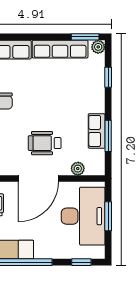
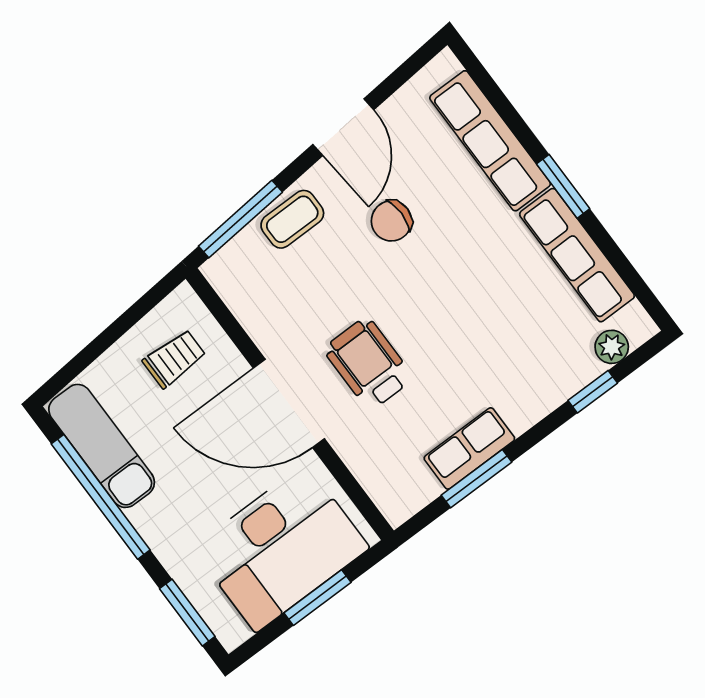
window: (85, 37) -> (563, 186), moved
plant: (98, 47) -> (612, 347), moved
plant: (78, 169) -> (367, 467), removed
window: (81, 262) -> (187, 613), width x1.50

